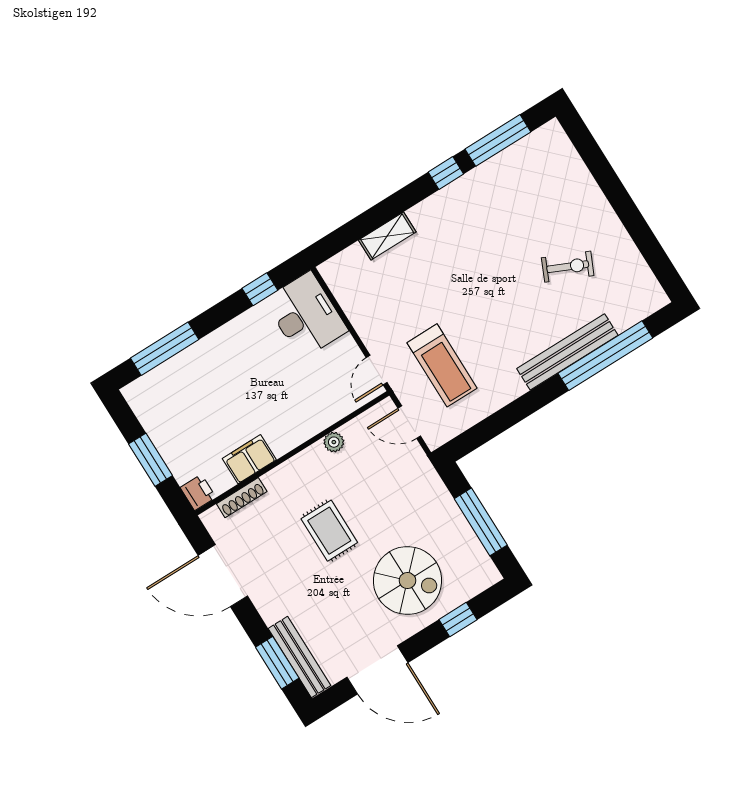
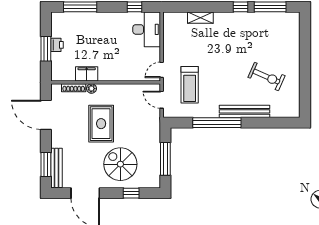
exercise bike: (568, 267) -> (266, 77), width x1.38, depth x1.39
window: (605, 356) -> (217, 123), moved
plant: (334, 442) -> (91, 89), moved
printer: (198, 492) -> (57, 45), moved
rug: (329, 531) -> (101, 124), width x1.36, depth x1.43
spiral stairs: (407, 581) -> (120, 164), turned 180

